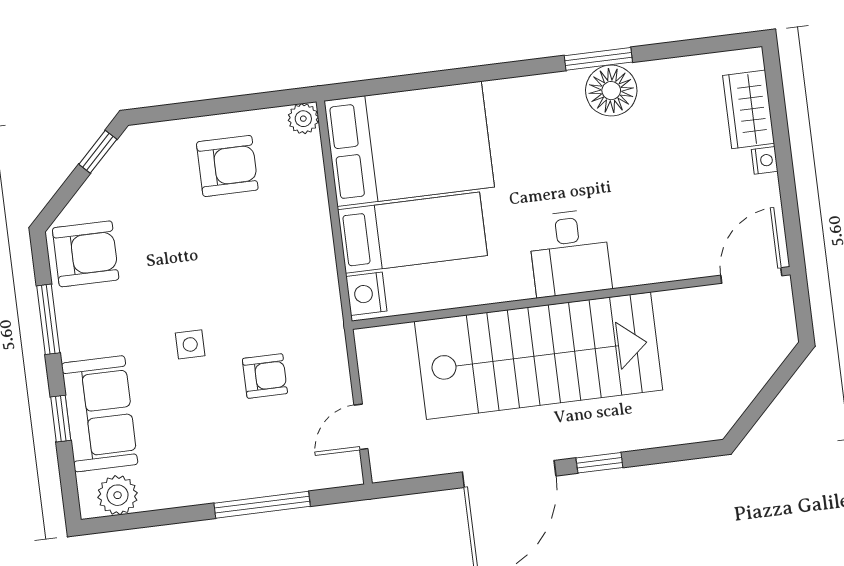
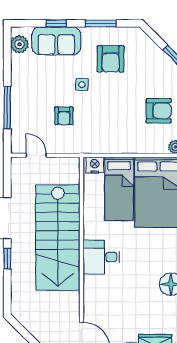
armchair: (227, 166) -> (159, 111), turned -90
armchair: (86, 254) -> (111, 59), moved

